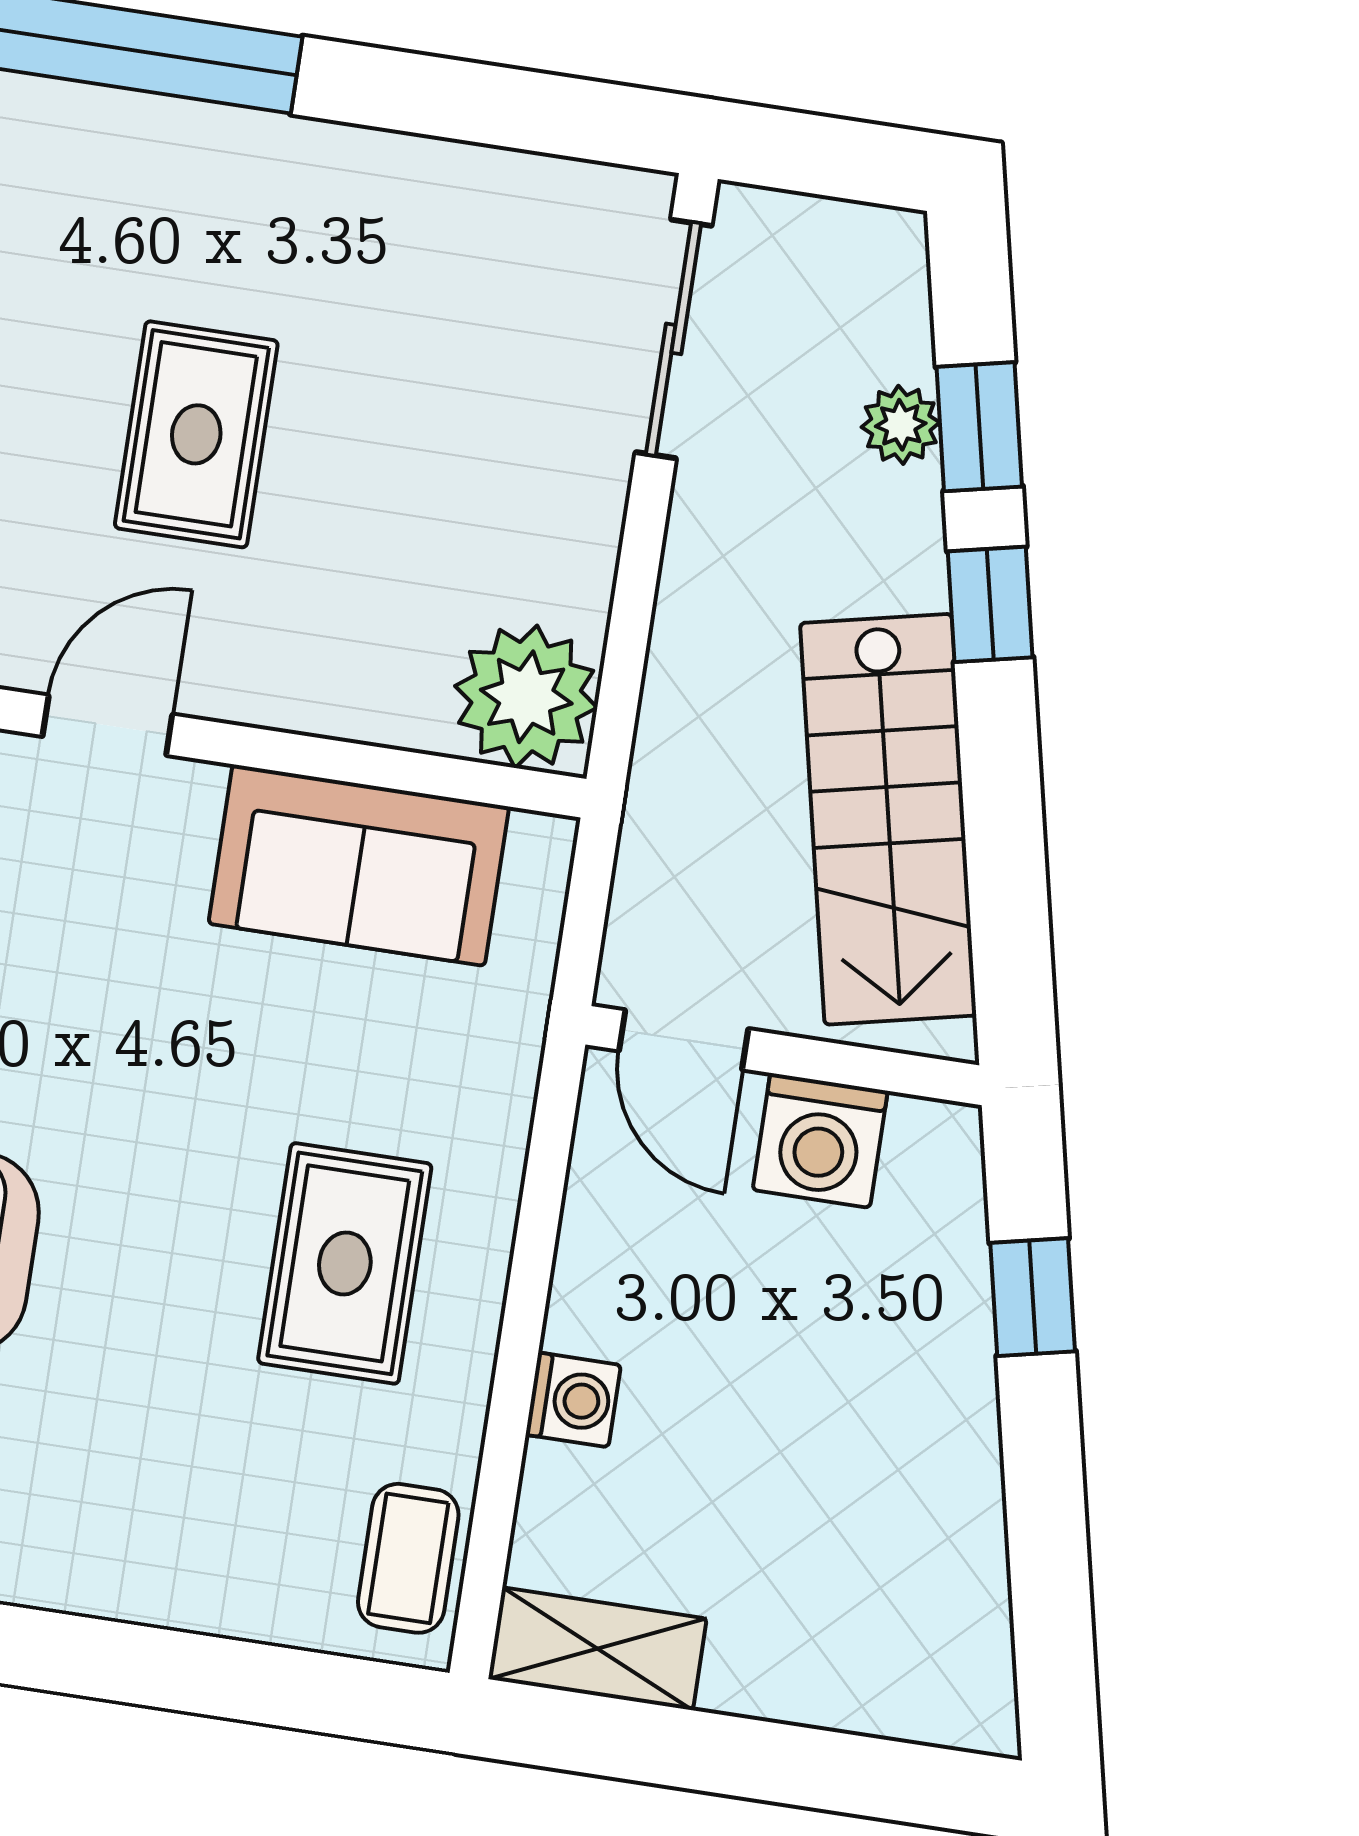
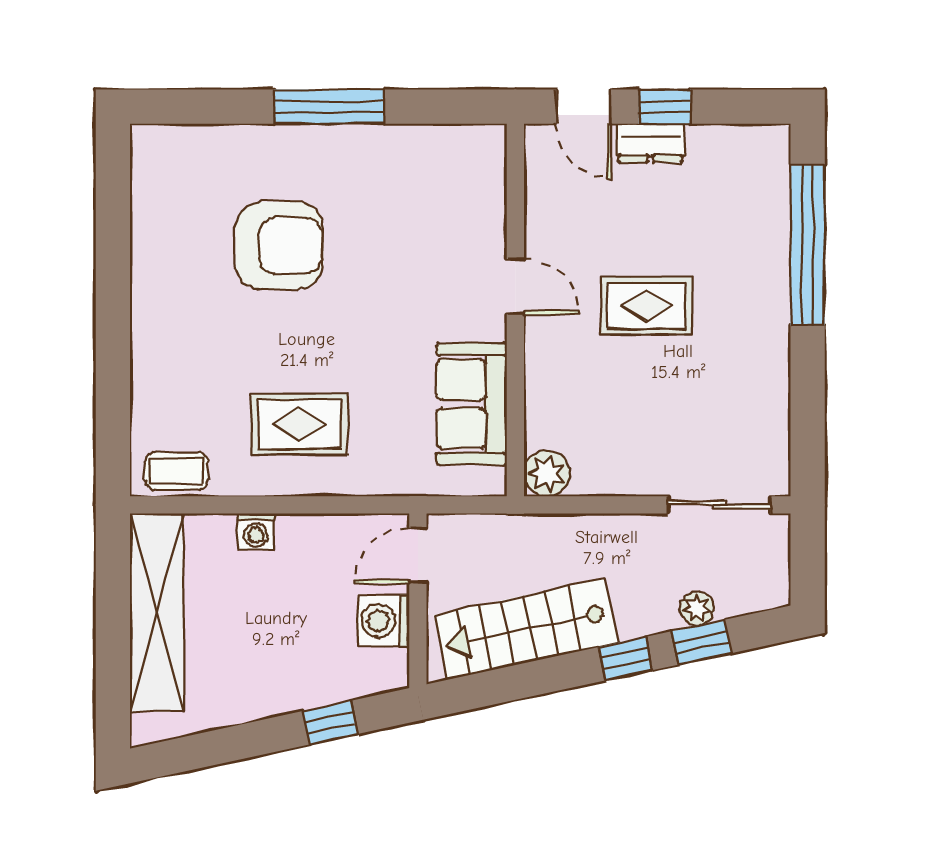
plant: (526, 697) -> (547, 473), width x0.73, depth x0.73
shelving: (597, 1649) -> (157, 612), width x2.20, depth x1.33

